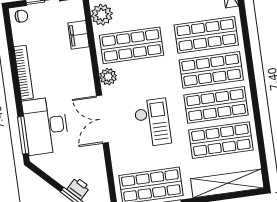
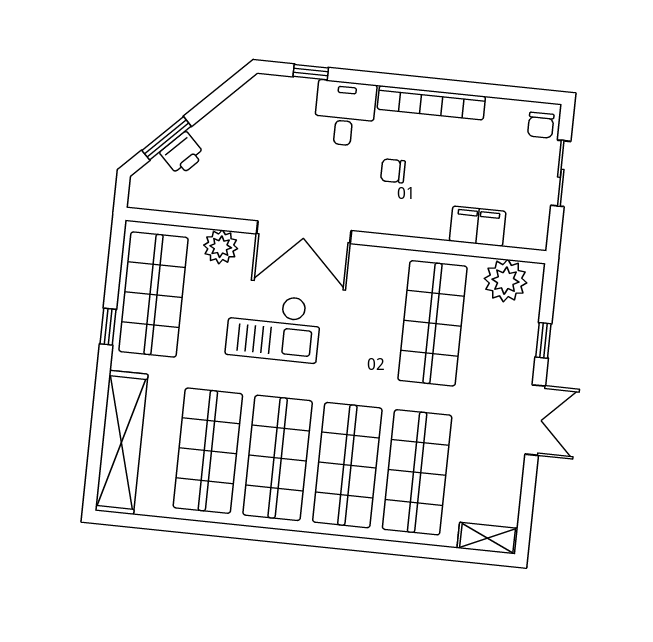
plant: (108, 77) -> (221, 247), moved
chair: (62, 83) -> (393, 171), added
double door: (102, 119) -> (304, 232), swing flipped
desk: (46, 126) -> (345, 113), width x0.53, depth x0.77
window: (23, 135) -> (311, 72), width x0.46

